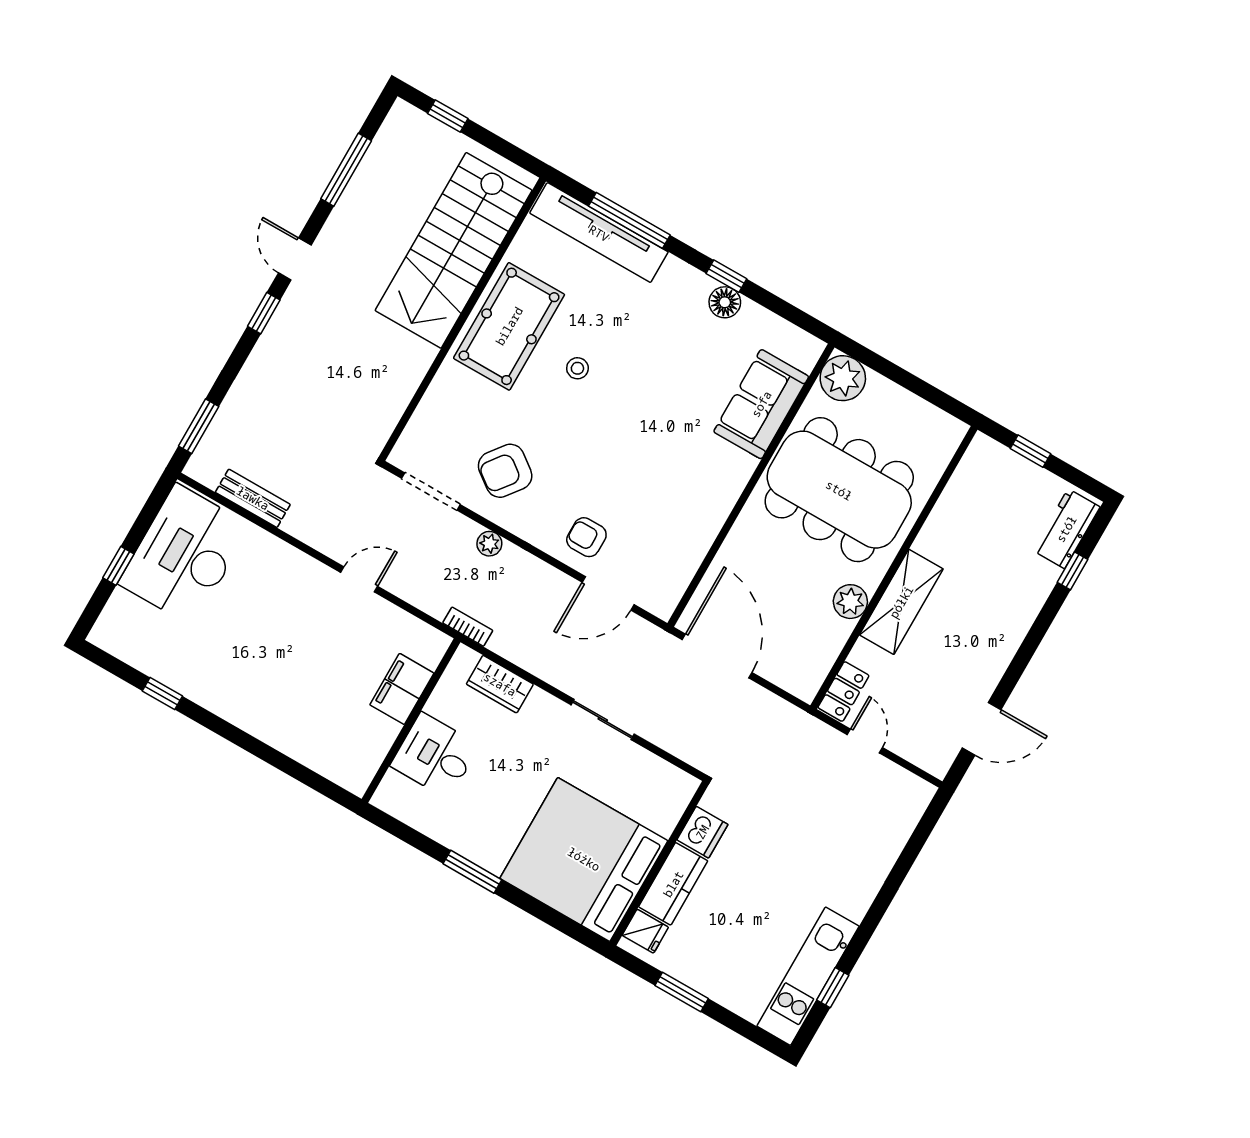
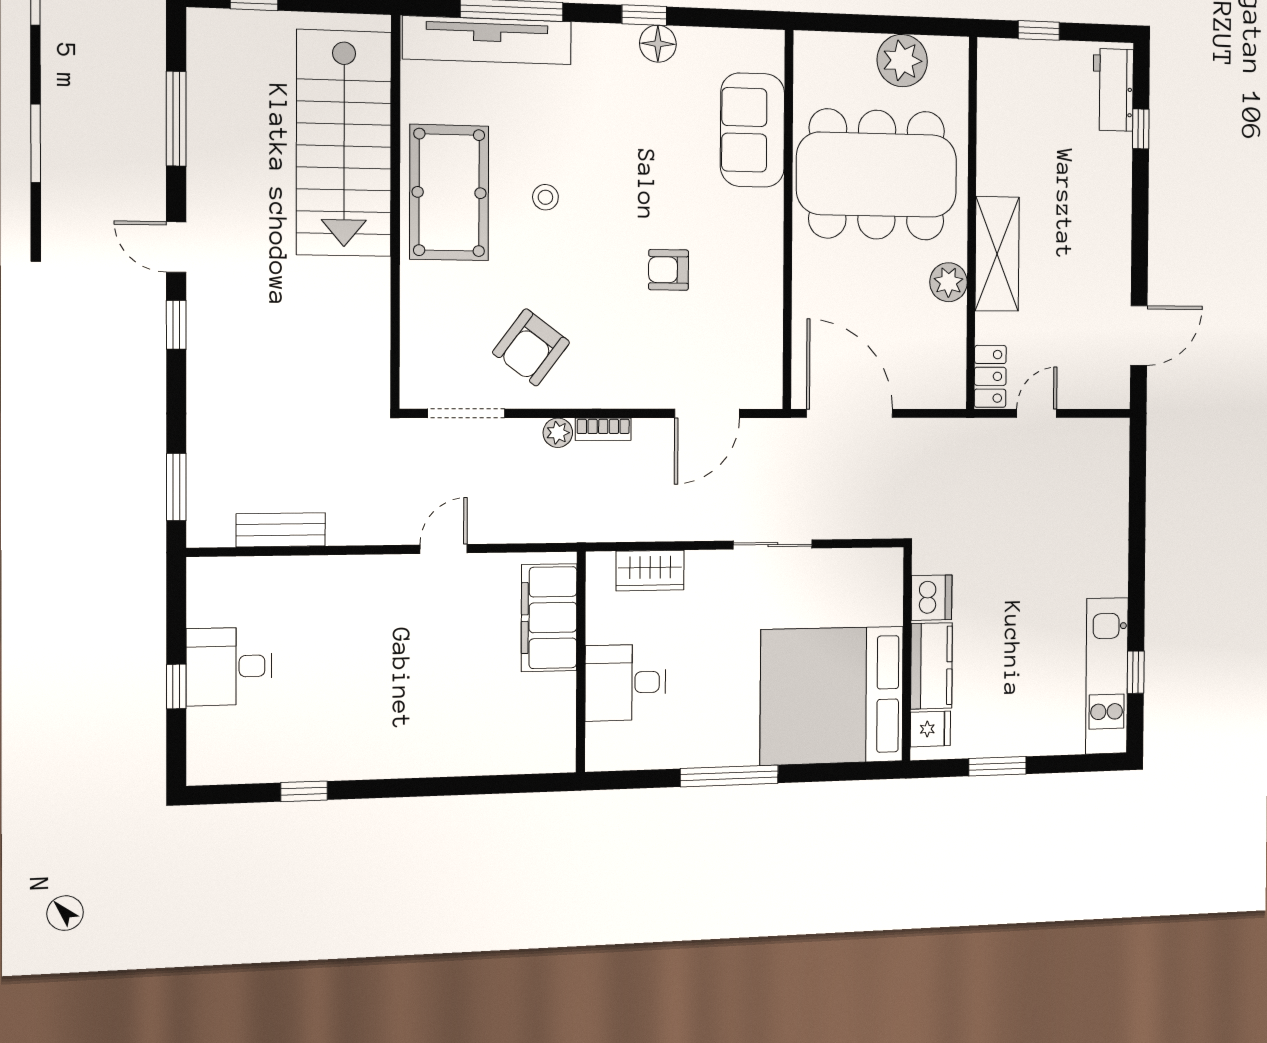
plant: (843, 378) -> (902, 61), moved
armchair: (586, 537) -> (669, 270), moved
desk: (185, 555) -> (229, 666), width x0.53, depth x0.77
bookcase: (468, 627) -> (603, 429), moved, turned 180
filing cabinet: (402, 689) -> (549, 618), width x1.50, depth x1.17
door: (865, 741) -> (1037, 413), hinge flipped
window: (472, 872) -> (729, 776), width x1.44

